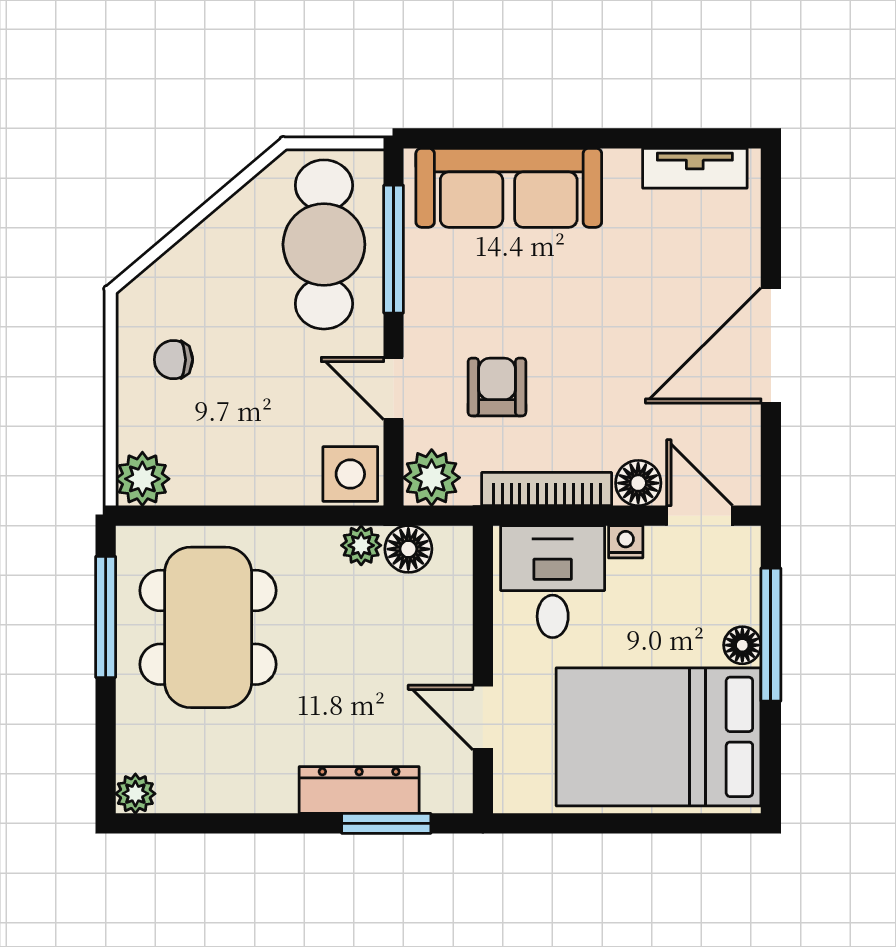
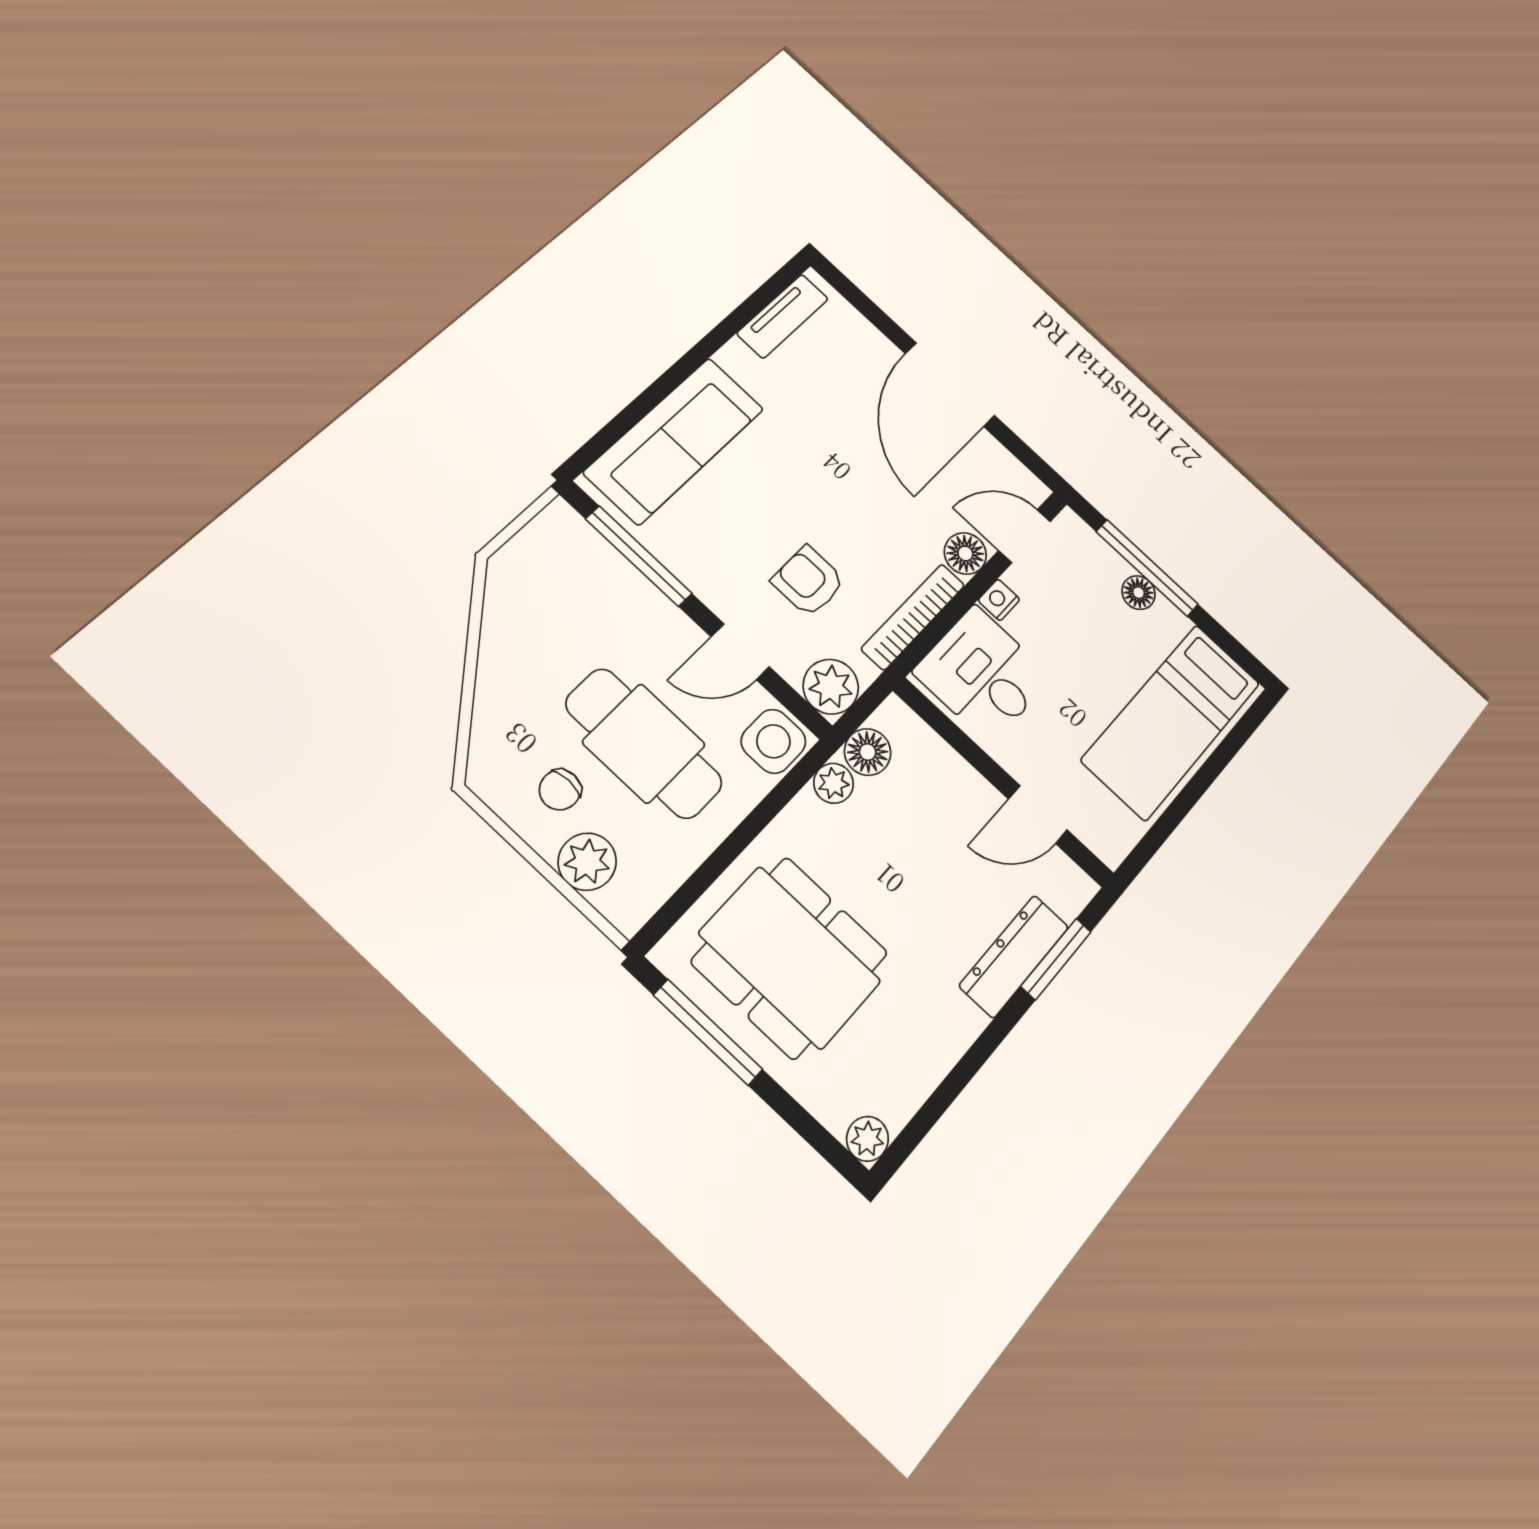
cafe table: (324, 244) -> (644, 743), moved
plant: (142, 479) -> (587, 862), moved
bed: (659, 737) -> (1171, 721), width x0.67

